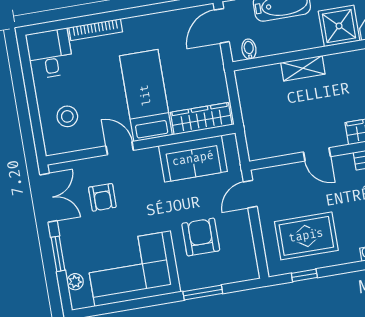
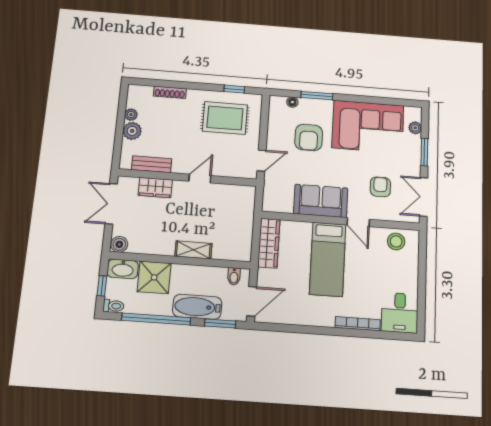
stool: (67, 116) -> (396, 241), moved
wardrobe: (201, 119) -> (269, 243), moved, turned -90
door: (317, 154) -> (200, 178), hinge flipped
sofa: (193, 159) -> (321, 201), moved
floor lamp: (230, 277) -> (292, 102), added

